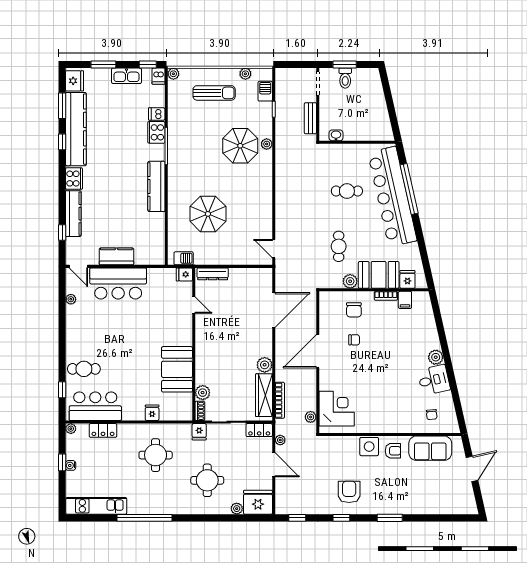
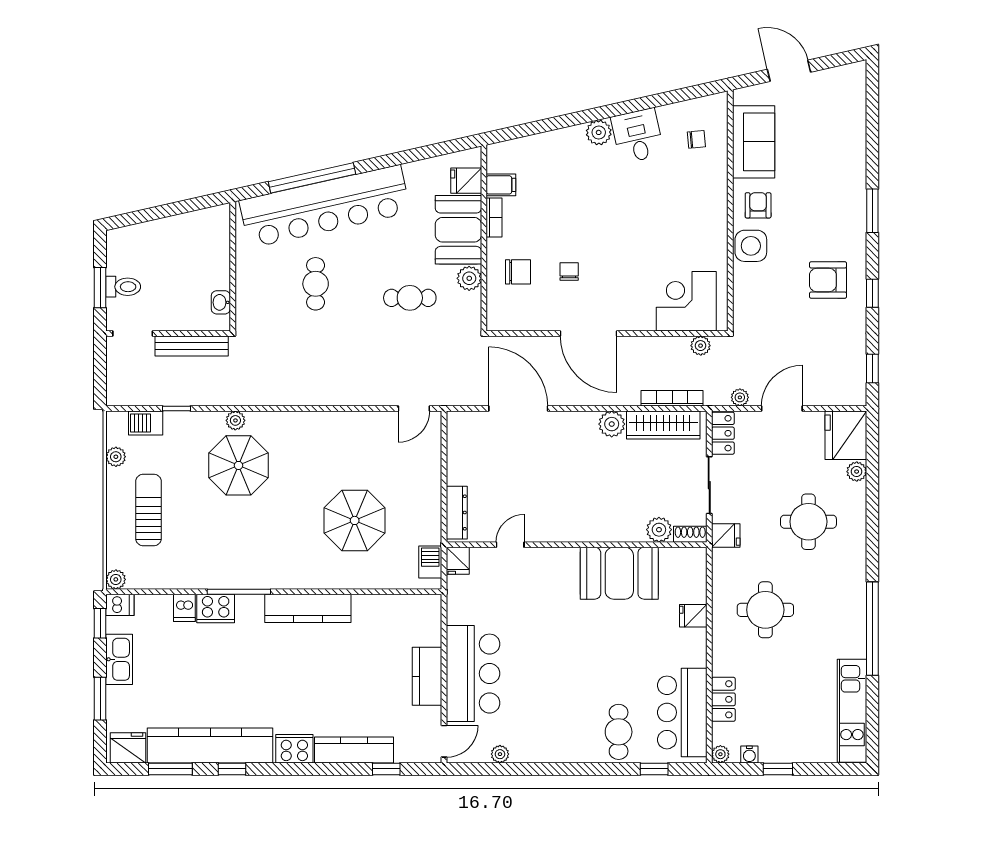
bench: (310, 118) -> (192, 346), width x1.36
water cooler: (71, 465) -> (749, 755), moved

